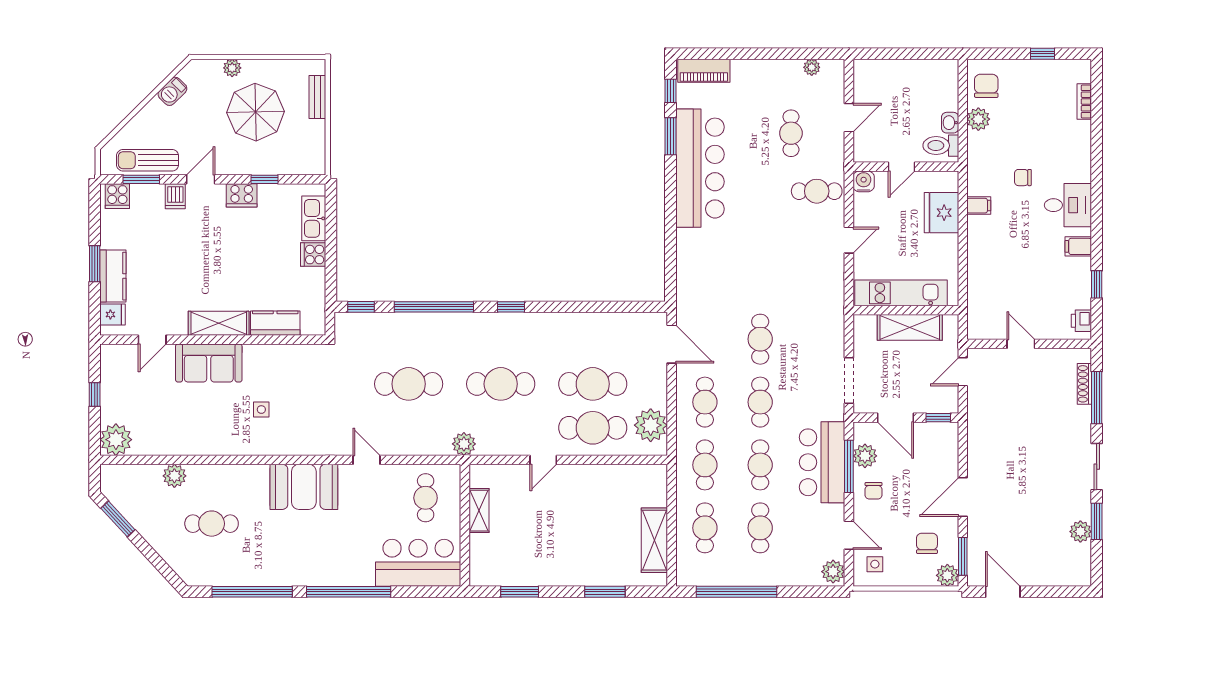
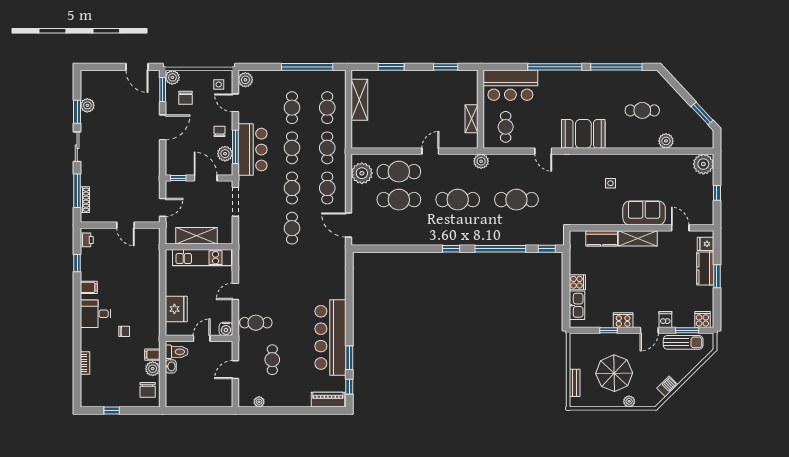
bookcase: (1084, 102) -> (85, 363), moved
filing cabinet: (979, 206) -> (152, 355), moved
door: (152, 340) -> (680, 228), hinge flipped

